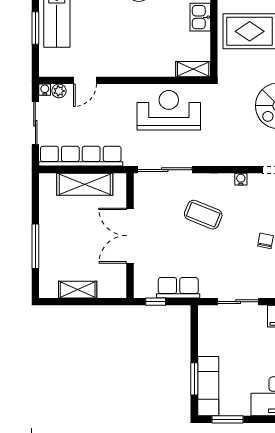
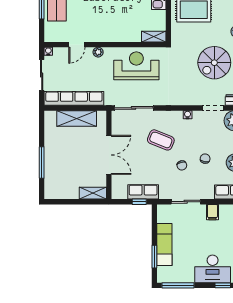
plant: (59, 91) -> (98, 52), moved
double door: (130, 236) -> (109, 155), swing flipped
chair: (233, 251) -> (182, 165), added
shelving: (78, 290) -> (93, 193), moved
window: (156, 302) -> (139, 202), moved
exam couch: (208, 386) -> (164, 245), moved
window: (228, 419) -> (178, 285), width x1.44

